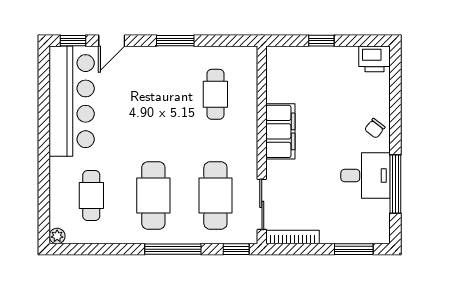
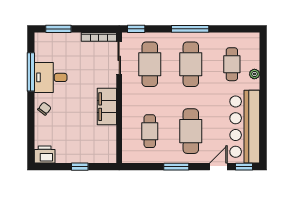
cafe table: (153, 94) -> (191, 131), added
plant: (57, 236) -> (254, 74), moved
window: (173, 249) -> (190, 29), moved

